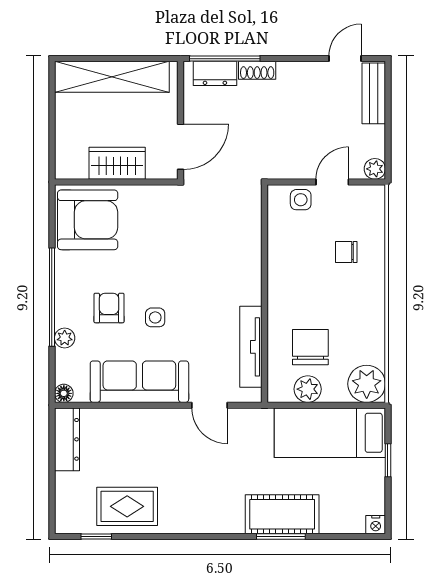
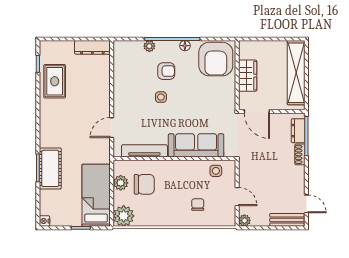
side table: (301, 200) -> (216, 171), moved
sofa: (139, 382) -> (196, 145), moved, turned -90
floor lamp: (64, 393) -> (185, 46), moved

